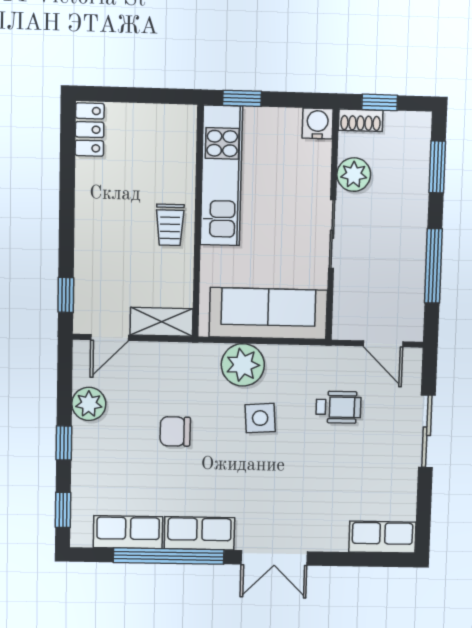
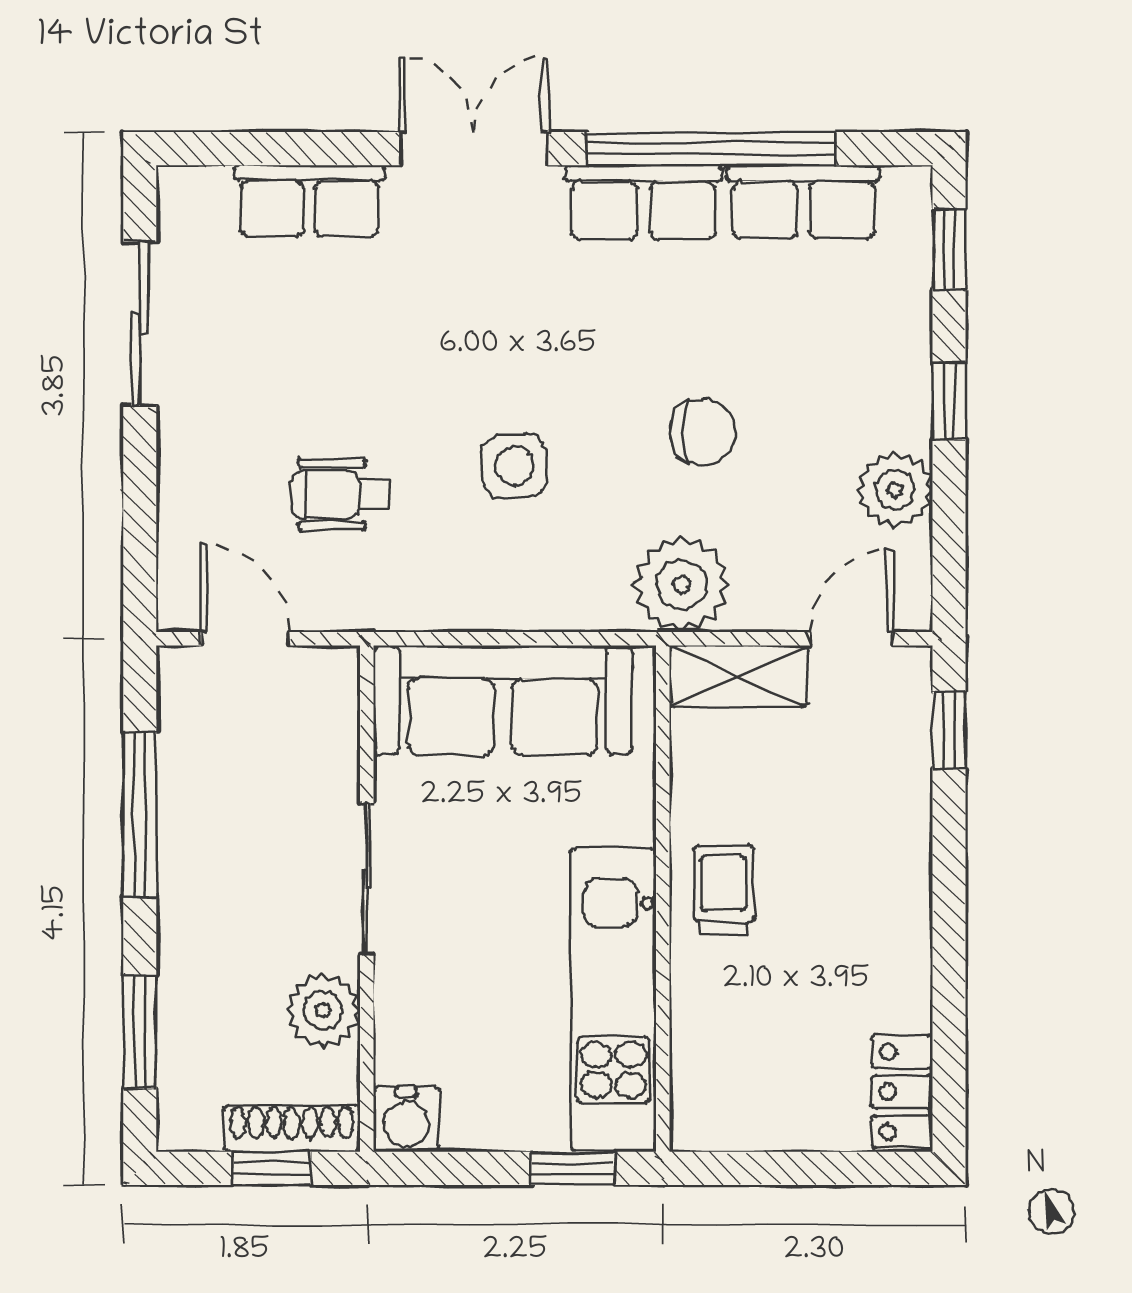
shoe rack: (361, 120) -> (292, 1129), width x1.43
plant: (243, 365) -> (681, 585), moved
sliding door: (427, 431) -> (140, 323), moved
row of seats: (382, 537) -> (309, 201), moved

